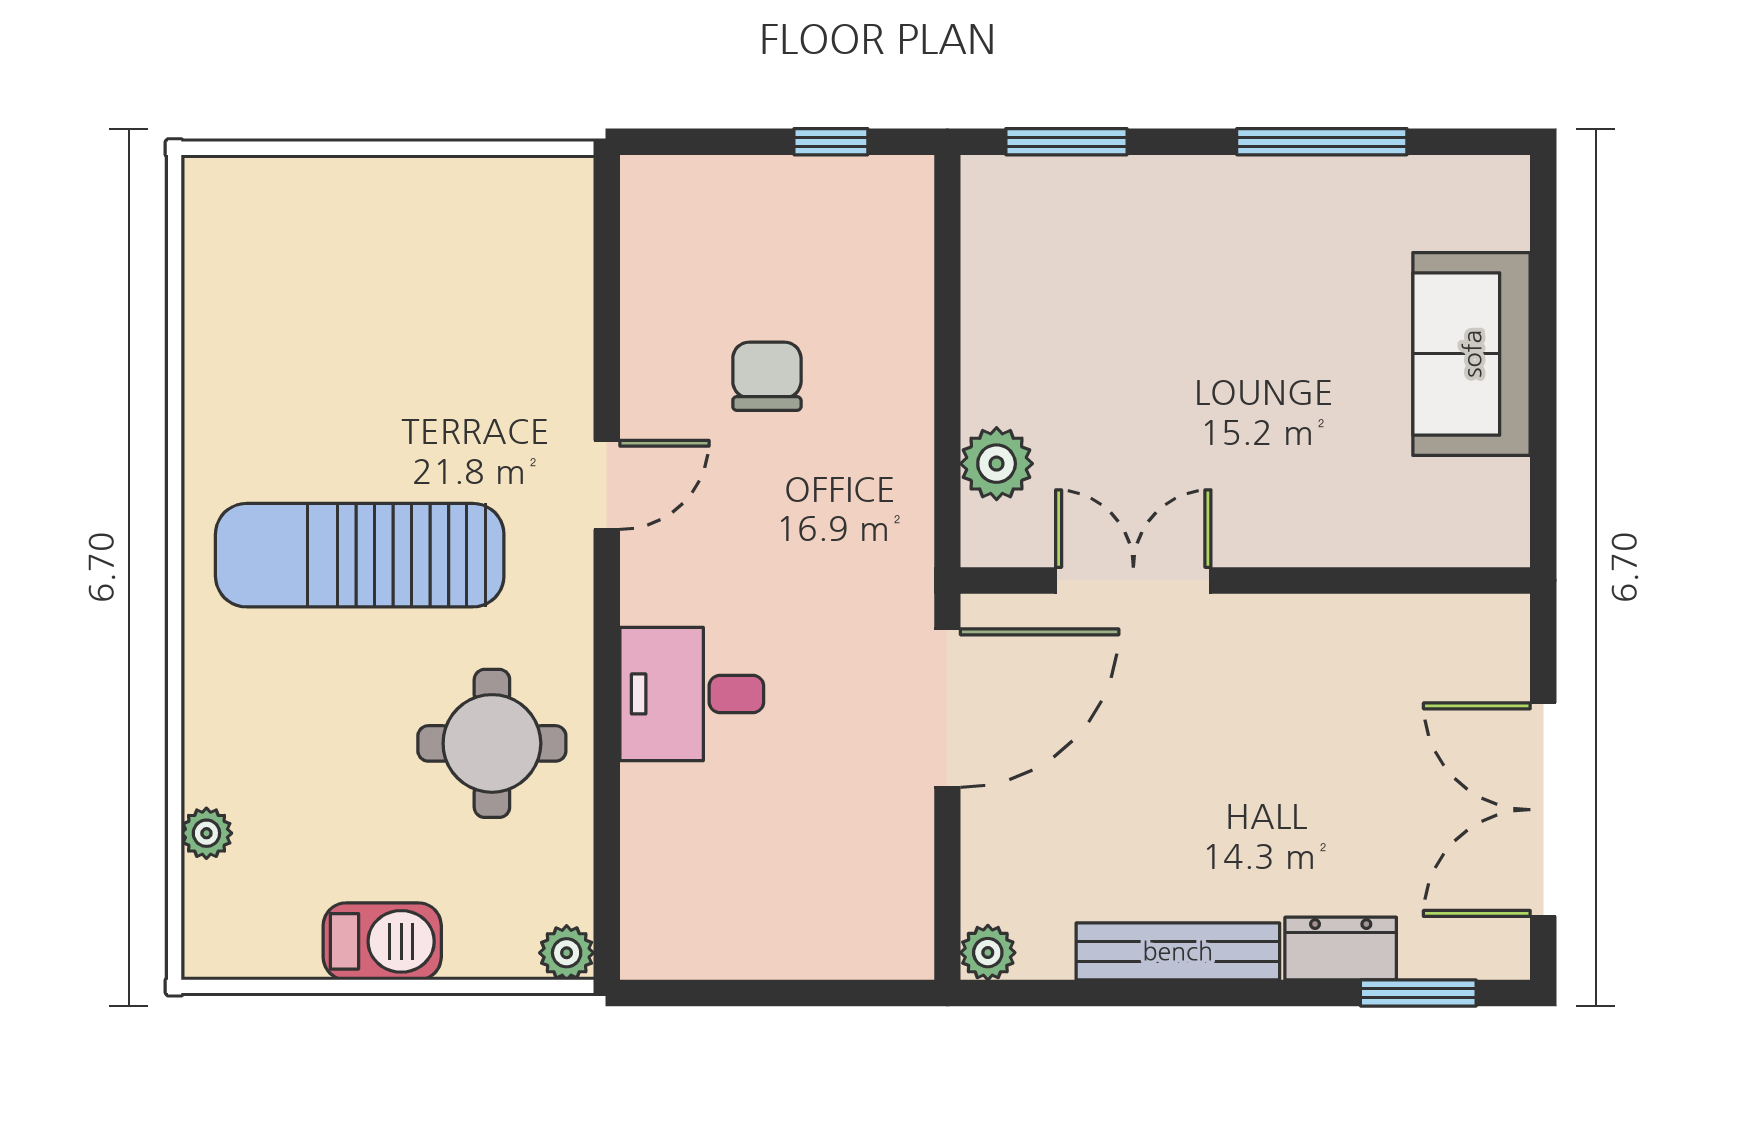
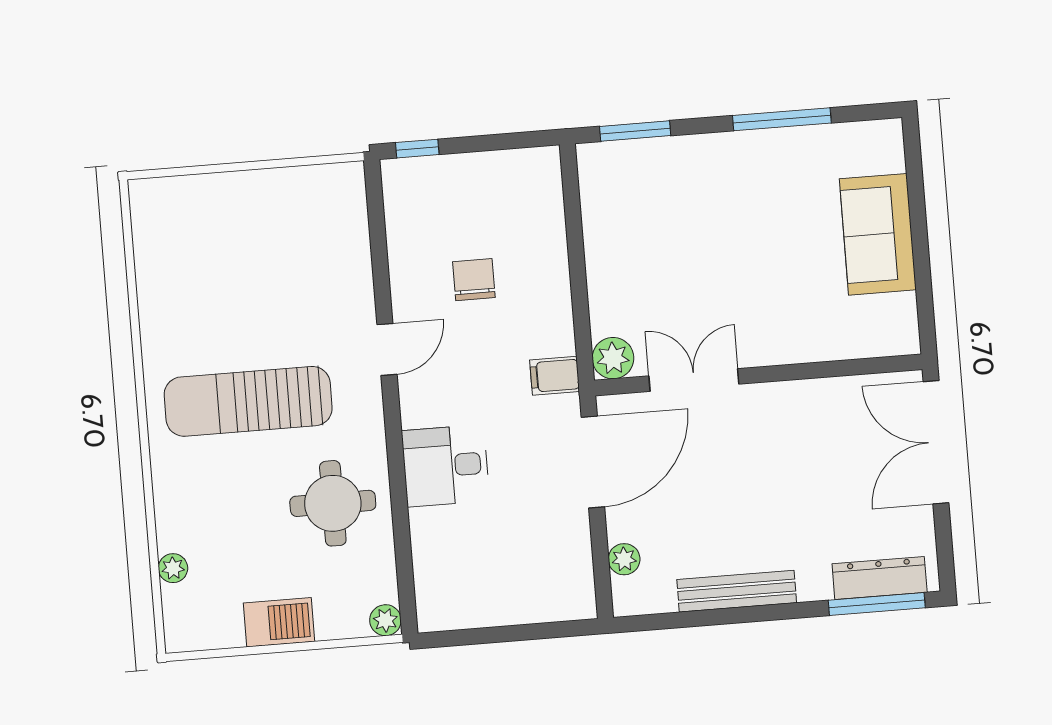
window: (831, 142) -> (417, 149), moved
plant: (997, 464) -> (613, 358), moved
filing cabinet: (893, 554) -> (555, 376), added
double door: (1543, 810) -> (936, 442), moved
dresser: (1341, 949) -> (880, 578), moved, width x1.44
plant: (988, 953) -> (624, 559), moved
window: (1418, 993) -> (877, 604), width x1.44

